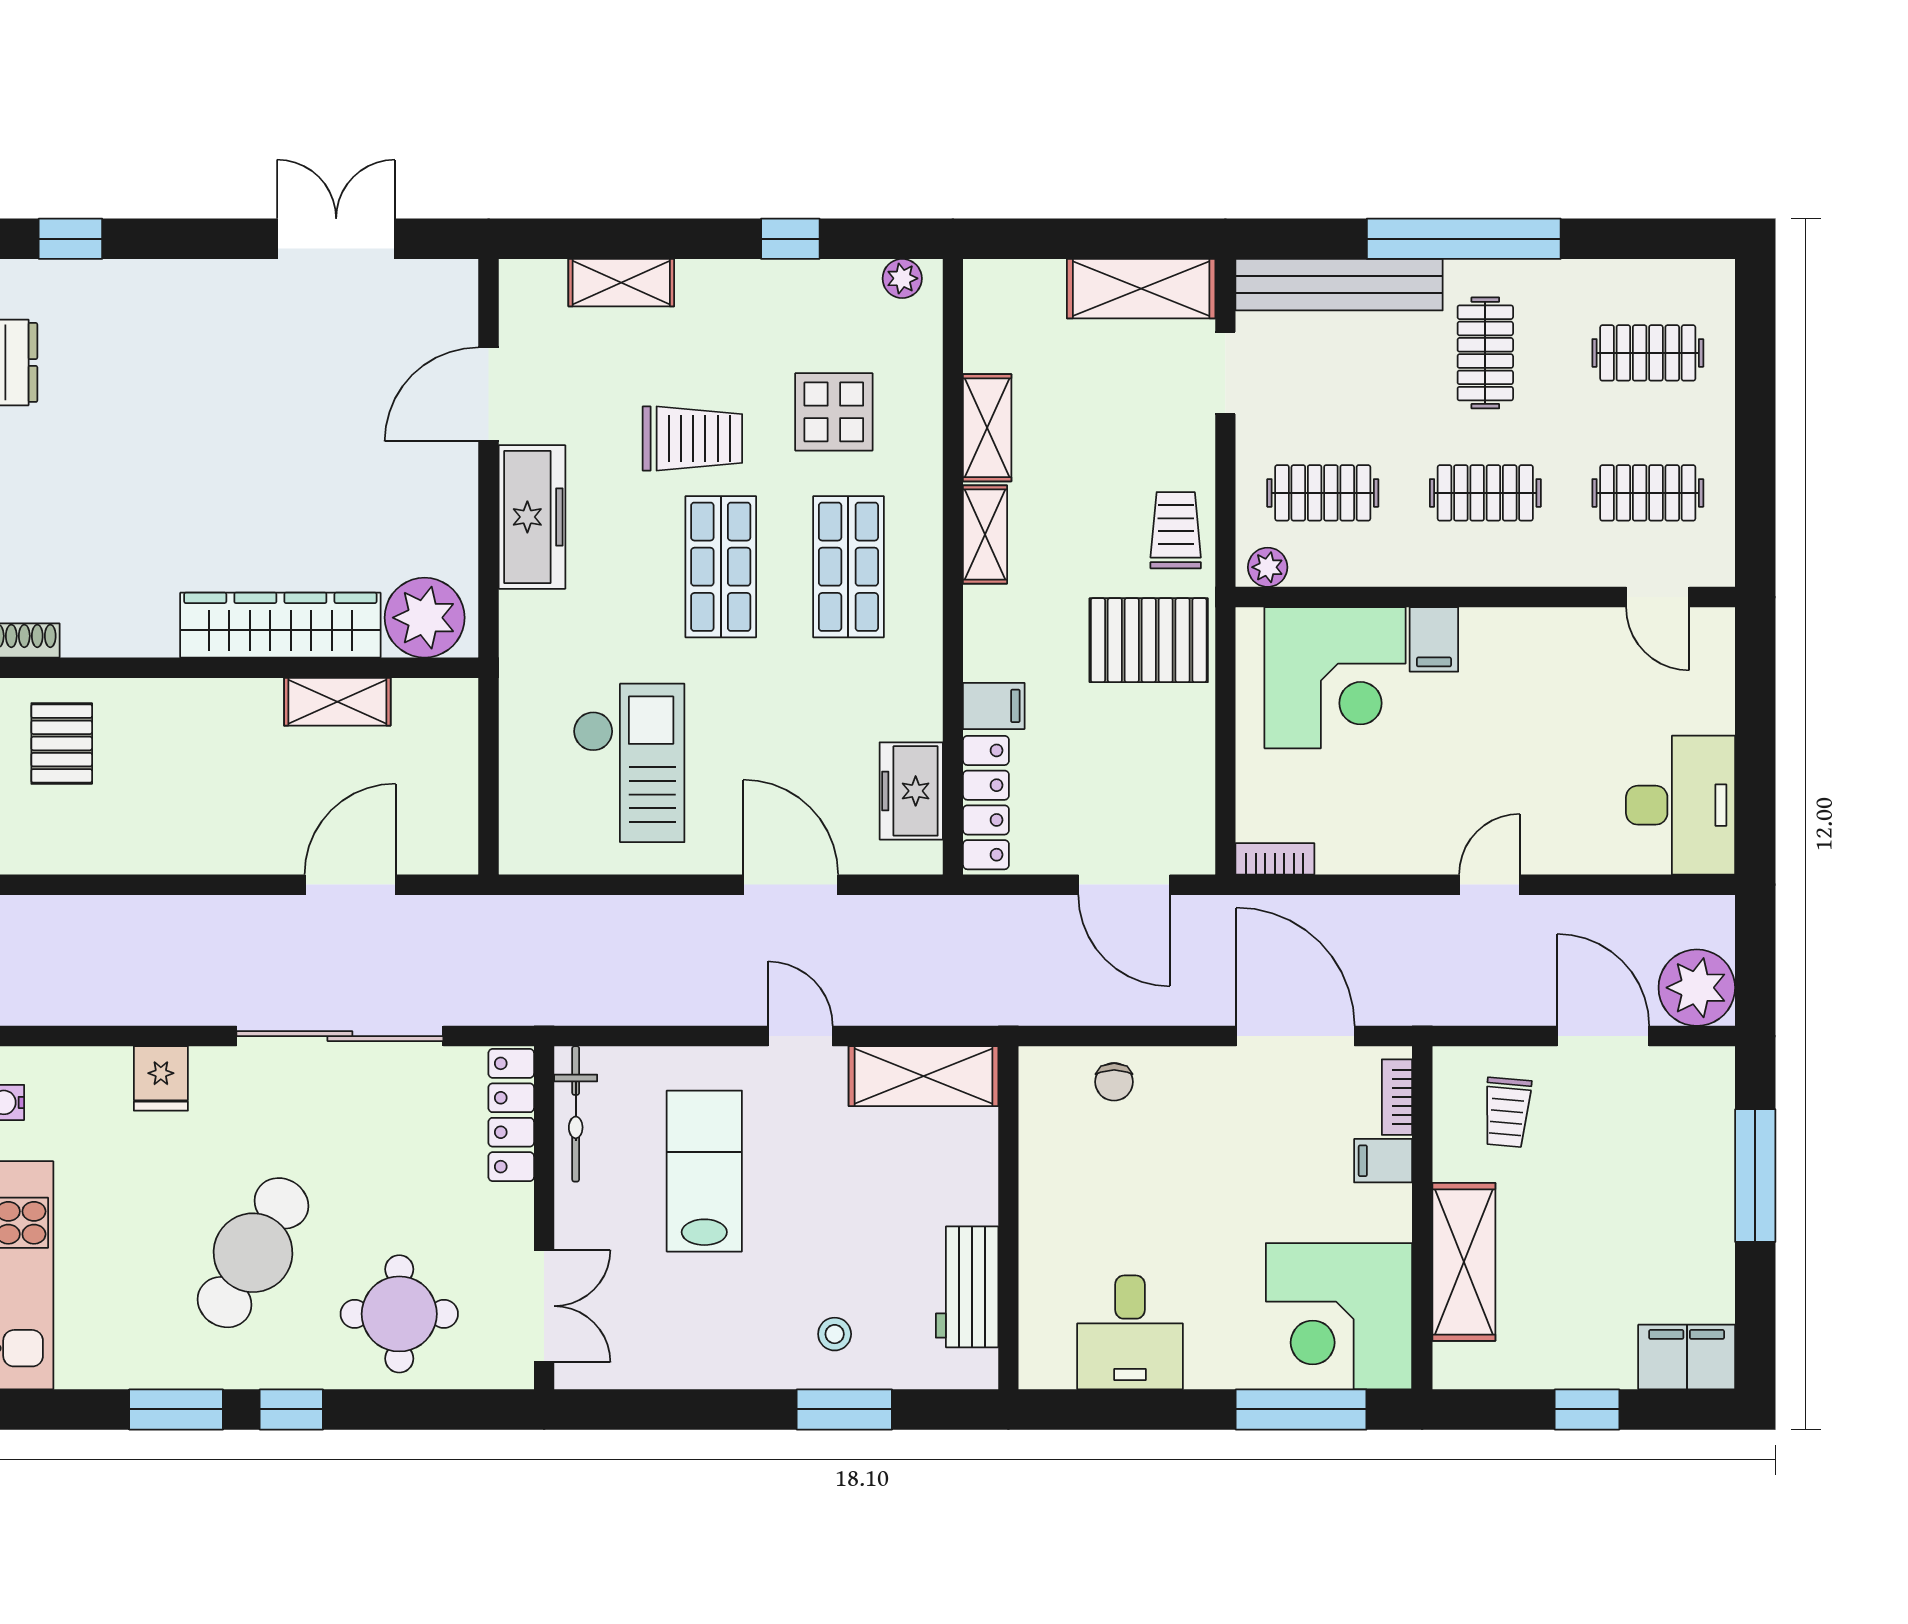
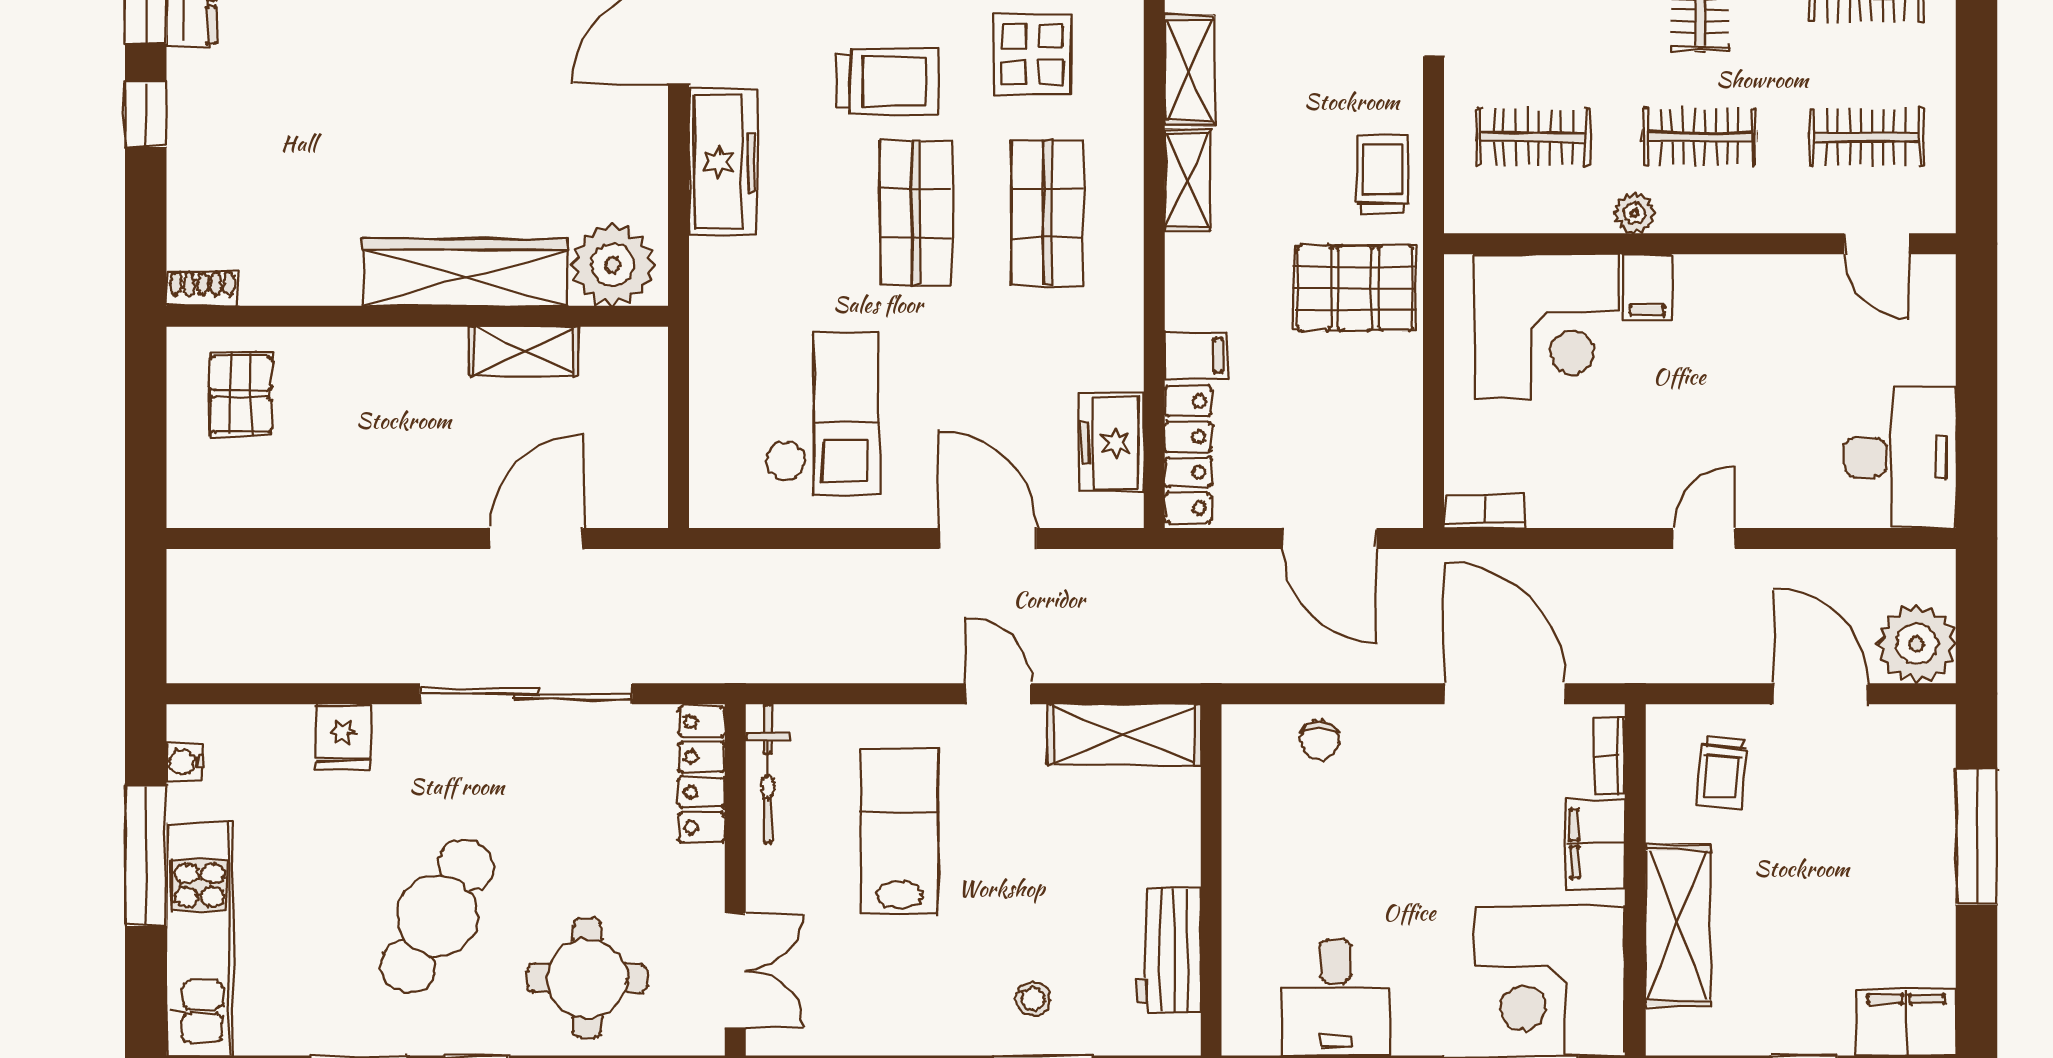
plant: (1268, 567) -> (1634, 213), moved
filing cabinet: (1383, 1161) -> (1595, 844), width x2.00

